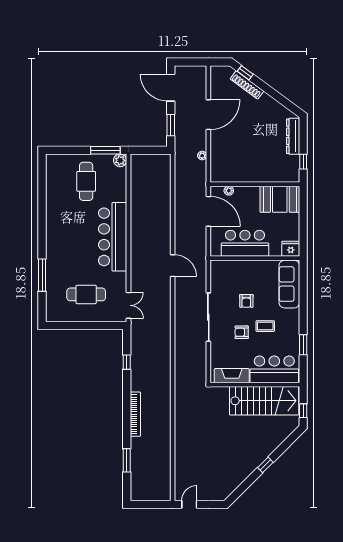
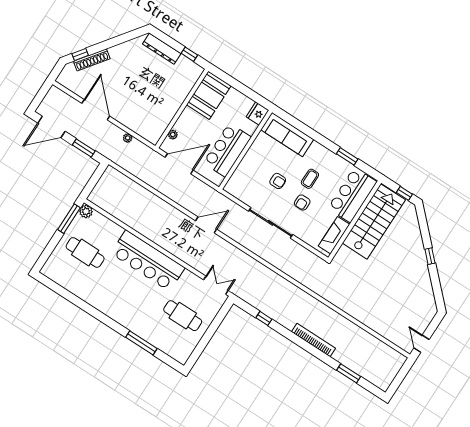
cafe table: (86, 294) -> (183, 316), turned 90

